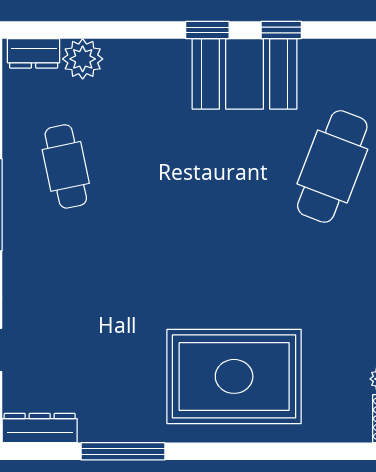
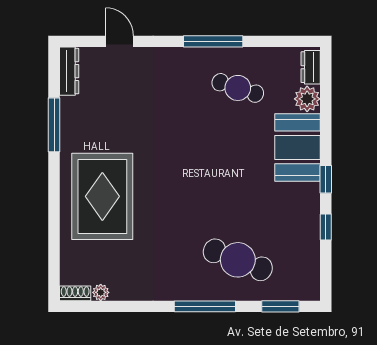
booth: (245, 74) -> (298, 147), moved
cafe table: (66, 166) -> (238, 88), turned 30

